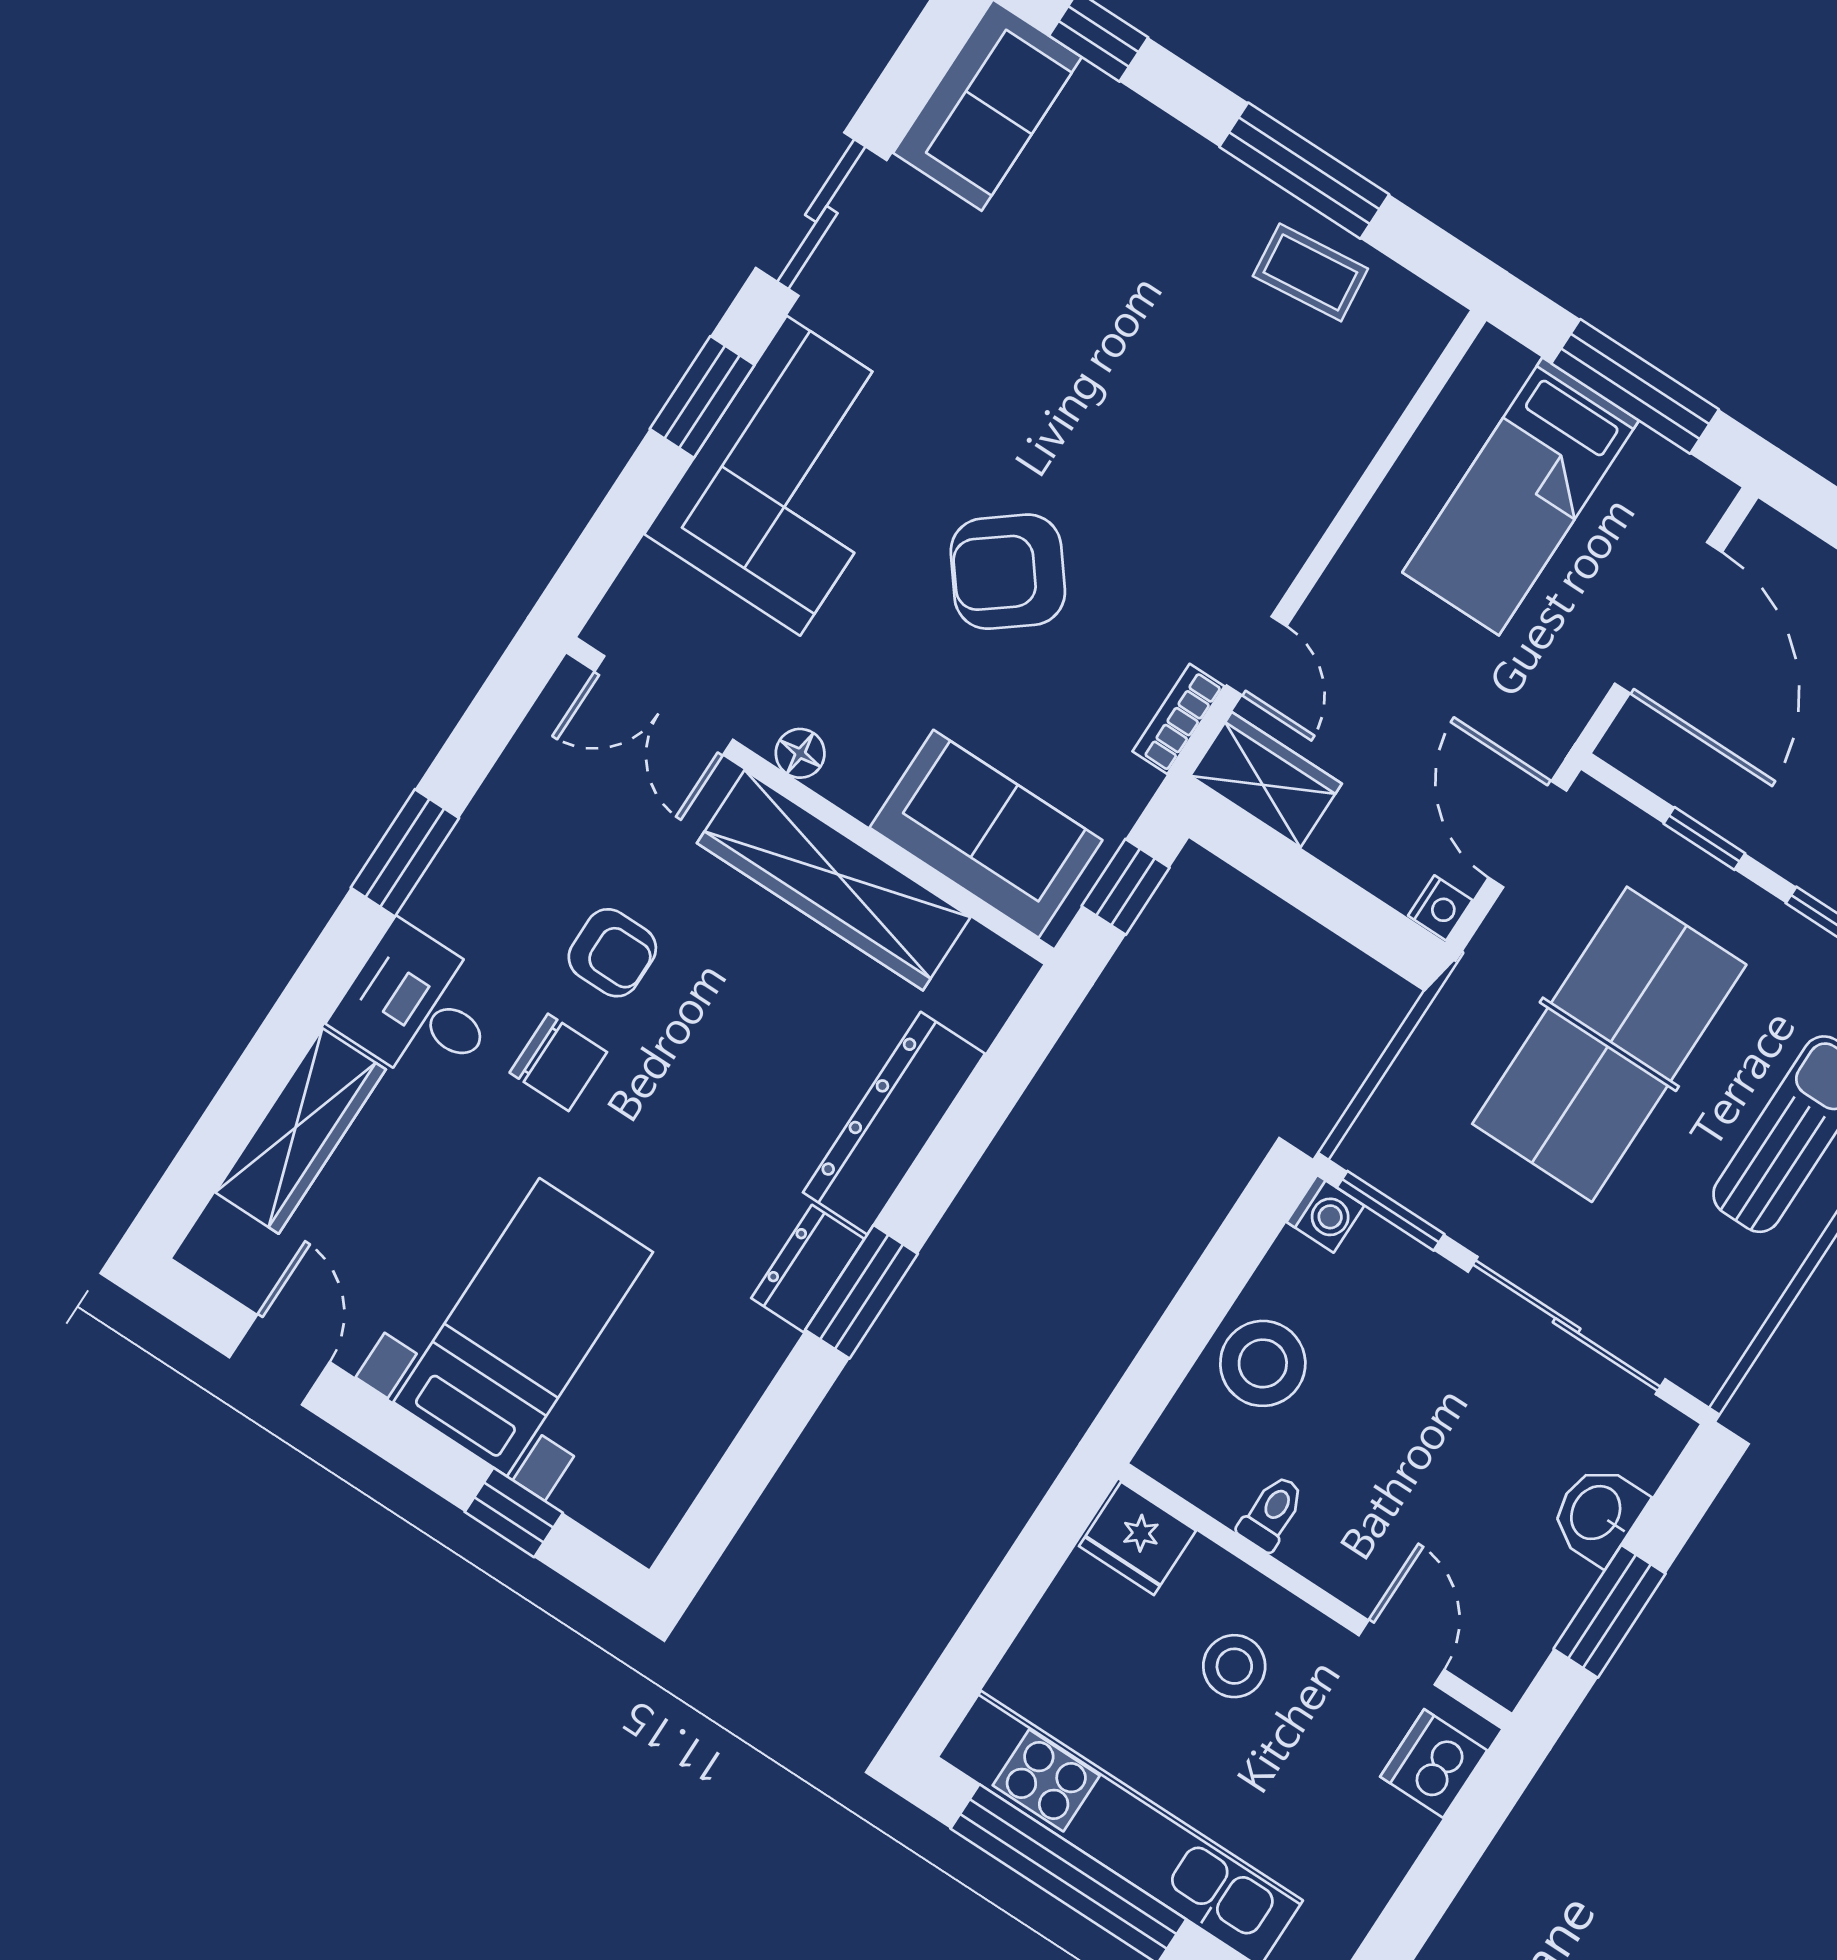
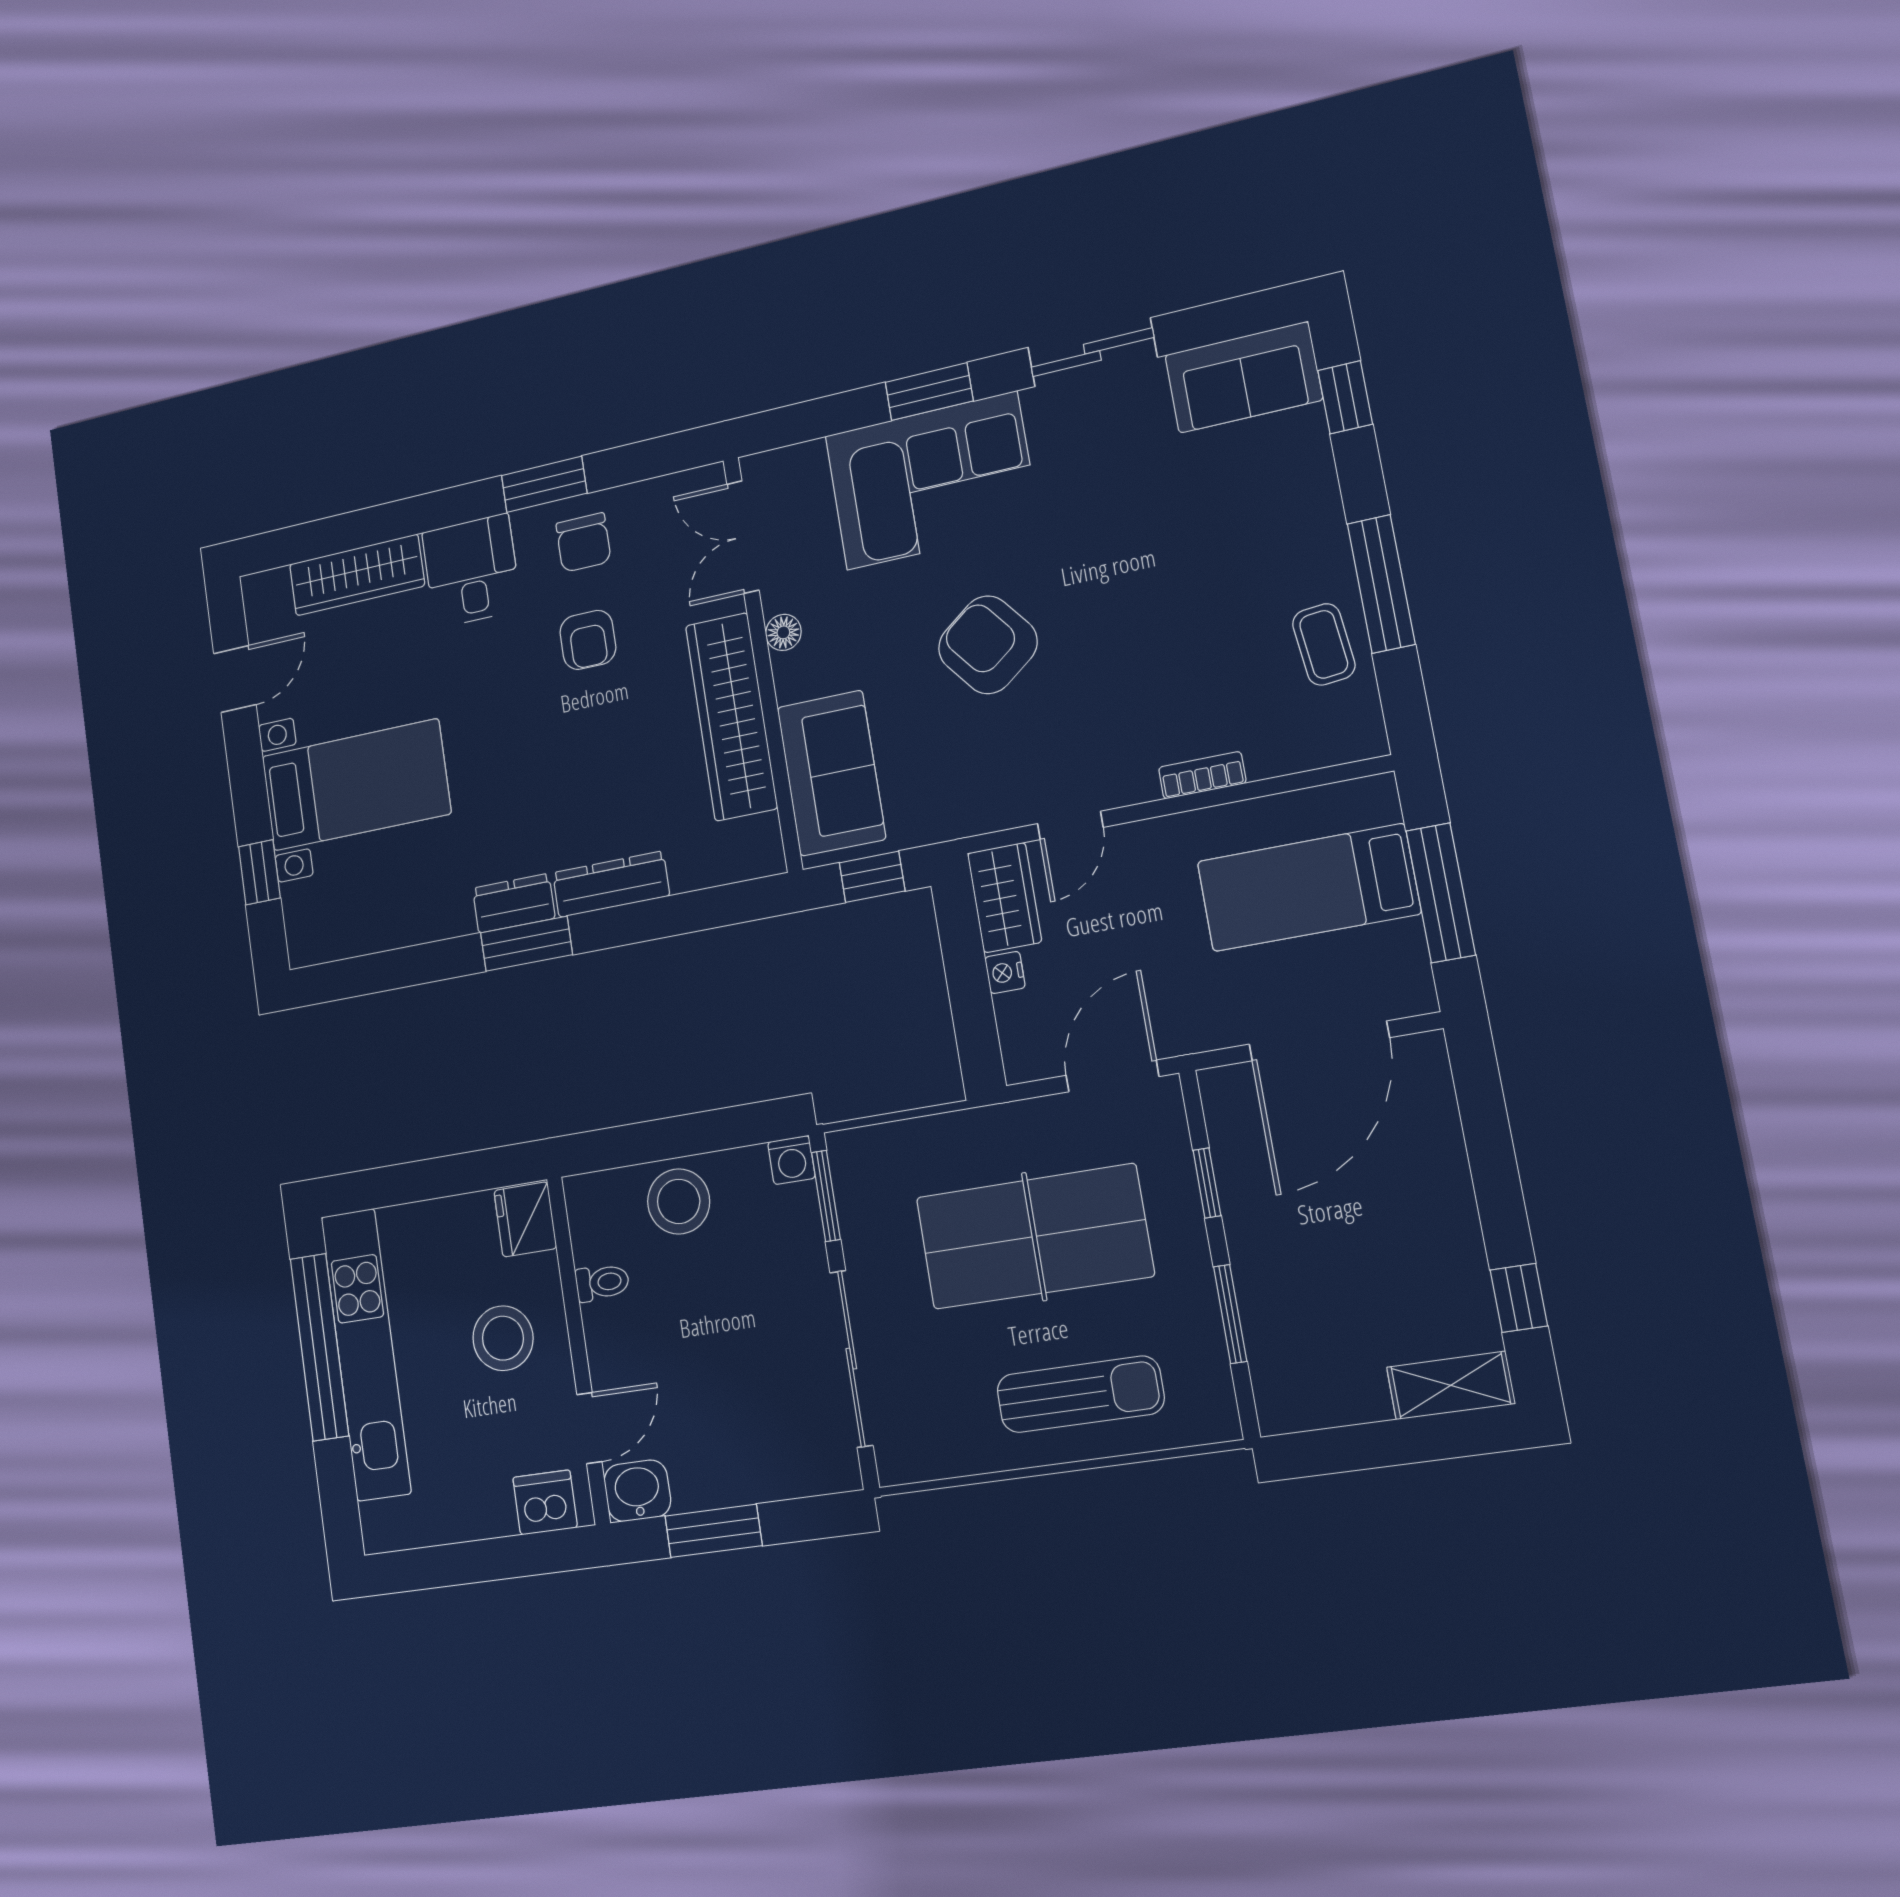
bookcase: (1178, 719) -> (1202, 775), moved
nightstand: (1440, 908) -> (1005, 972), moved, turned 90
chair: (558, 1062) -> (583, 542), moved
dresser: (894, 1123) -> (611, 884), width x0.73, depth x0.80
washbasin: (1598, 1514) -> (637, 1491), moved
stool: (1234, 1666) -> (503, 1338), width x1.38, depth x1.38

